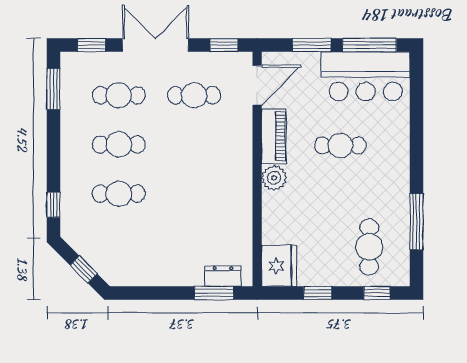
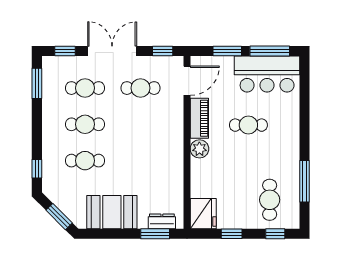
booth: (155, 264) -> (112, 212), added
window: (84, 270) -> (59, 217), width x1.50

